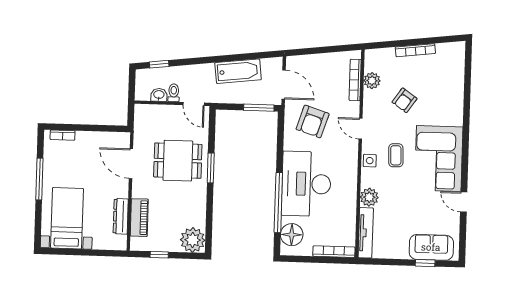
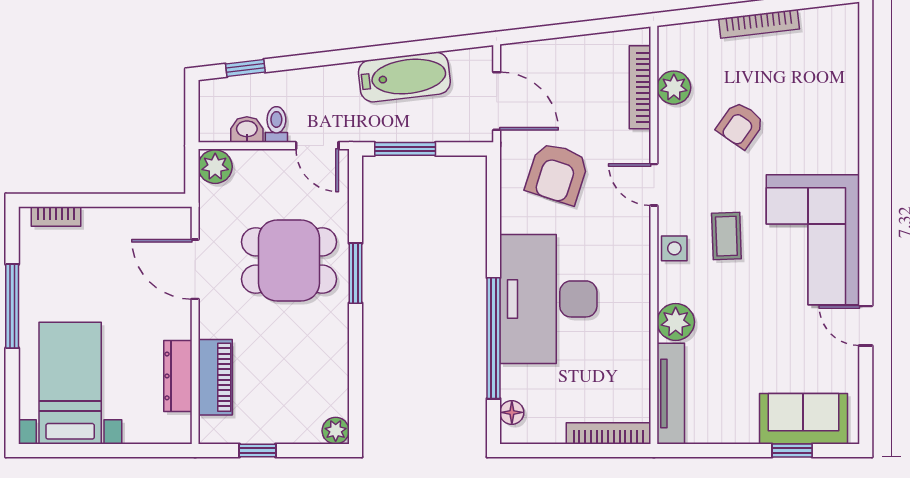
window: (259, 108) -> (405, 149), moved
plant: (143, 113) -> (215, 167), added
floor lamp: (292, 235) -> (512, 412), width x0.53, depth x0.53
plant: (193, 240) -> (336, 431), width x0.53, depth x0.53

